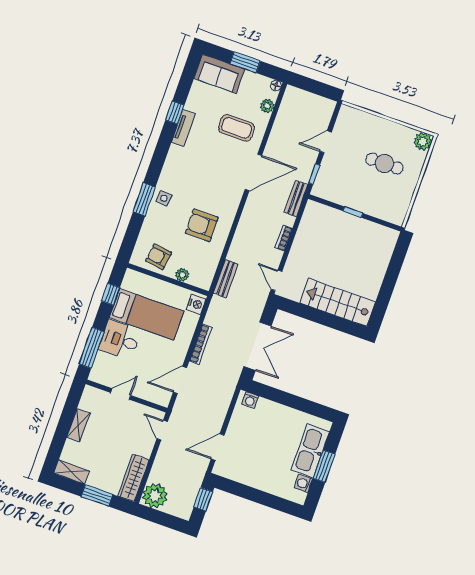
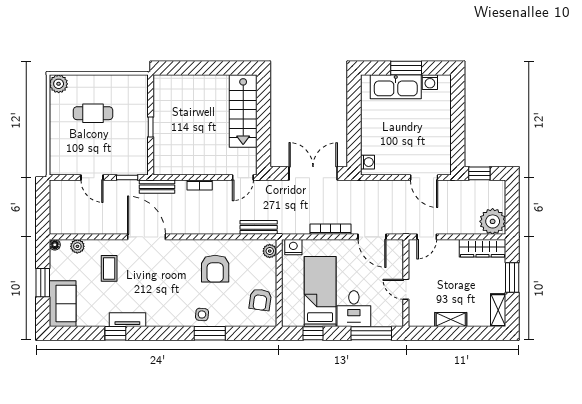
coffee table: (237, 128) -> (109, 268), width x0.73, depth x0.77
cafe table: (384, 164) -> (93, 113), turned 90
plant: (182, 275) -> (270, 251), moved

